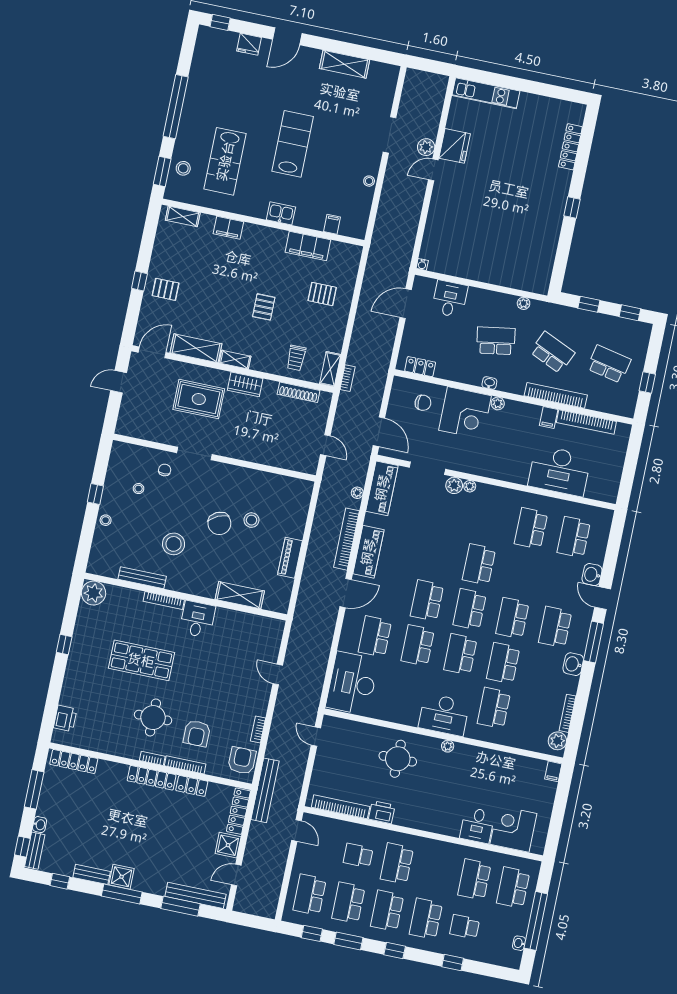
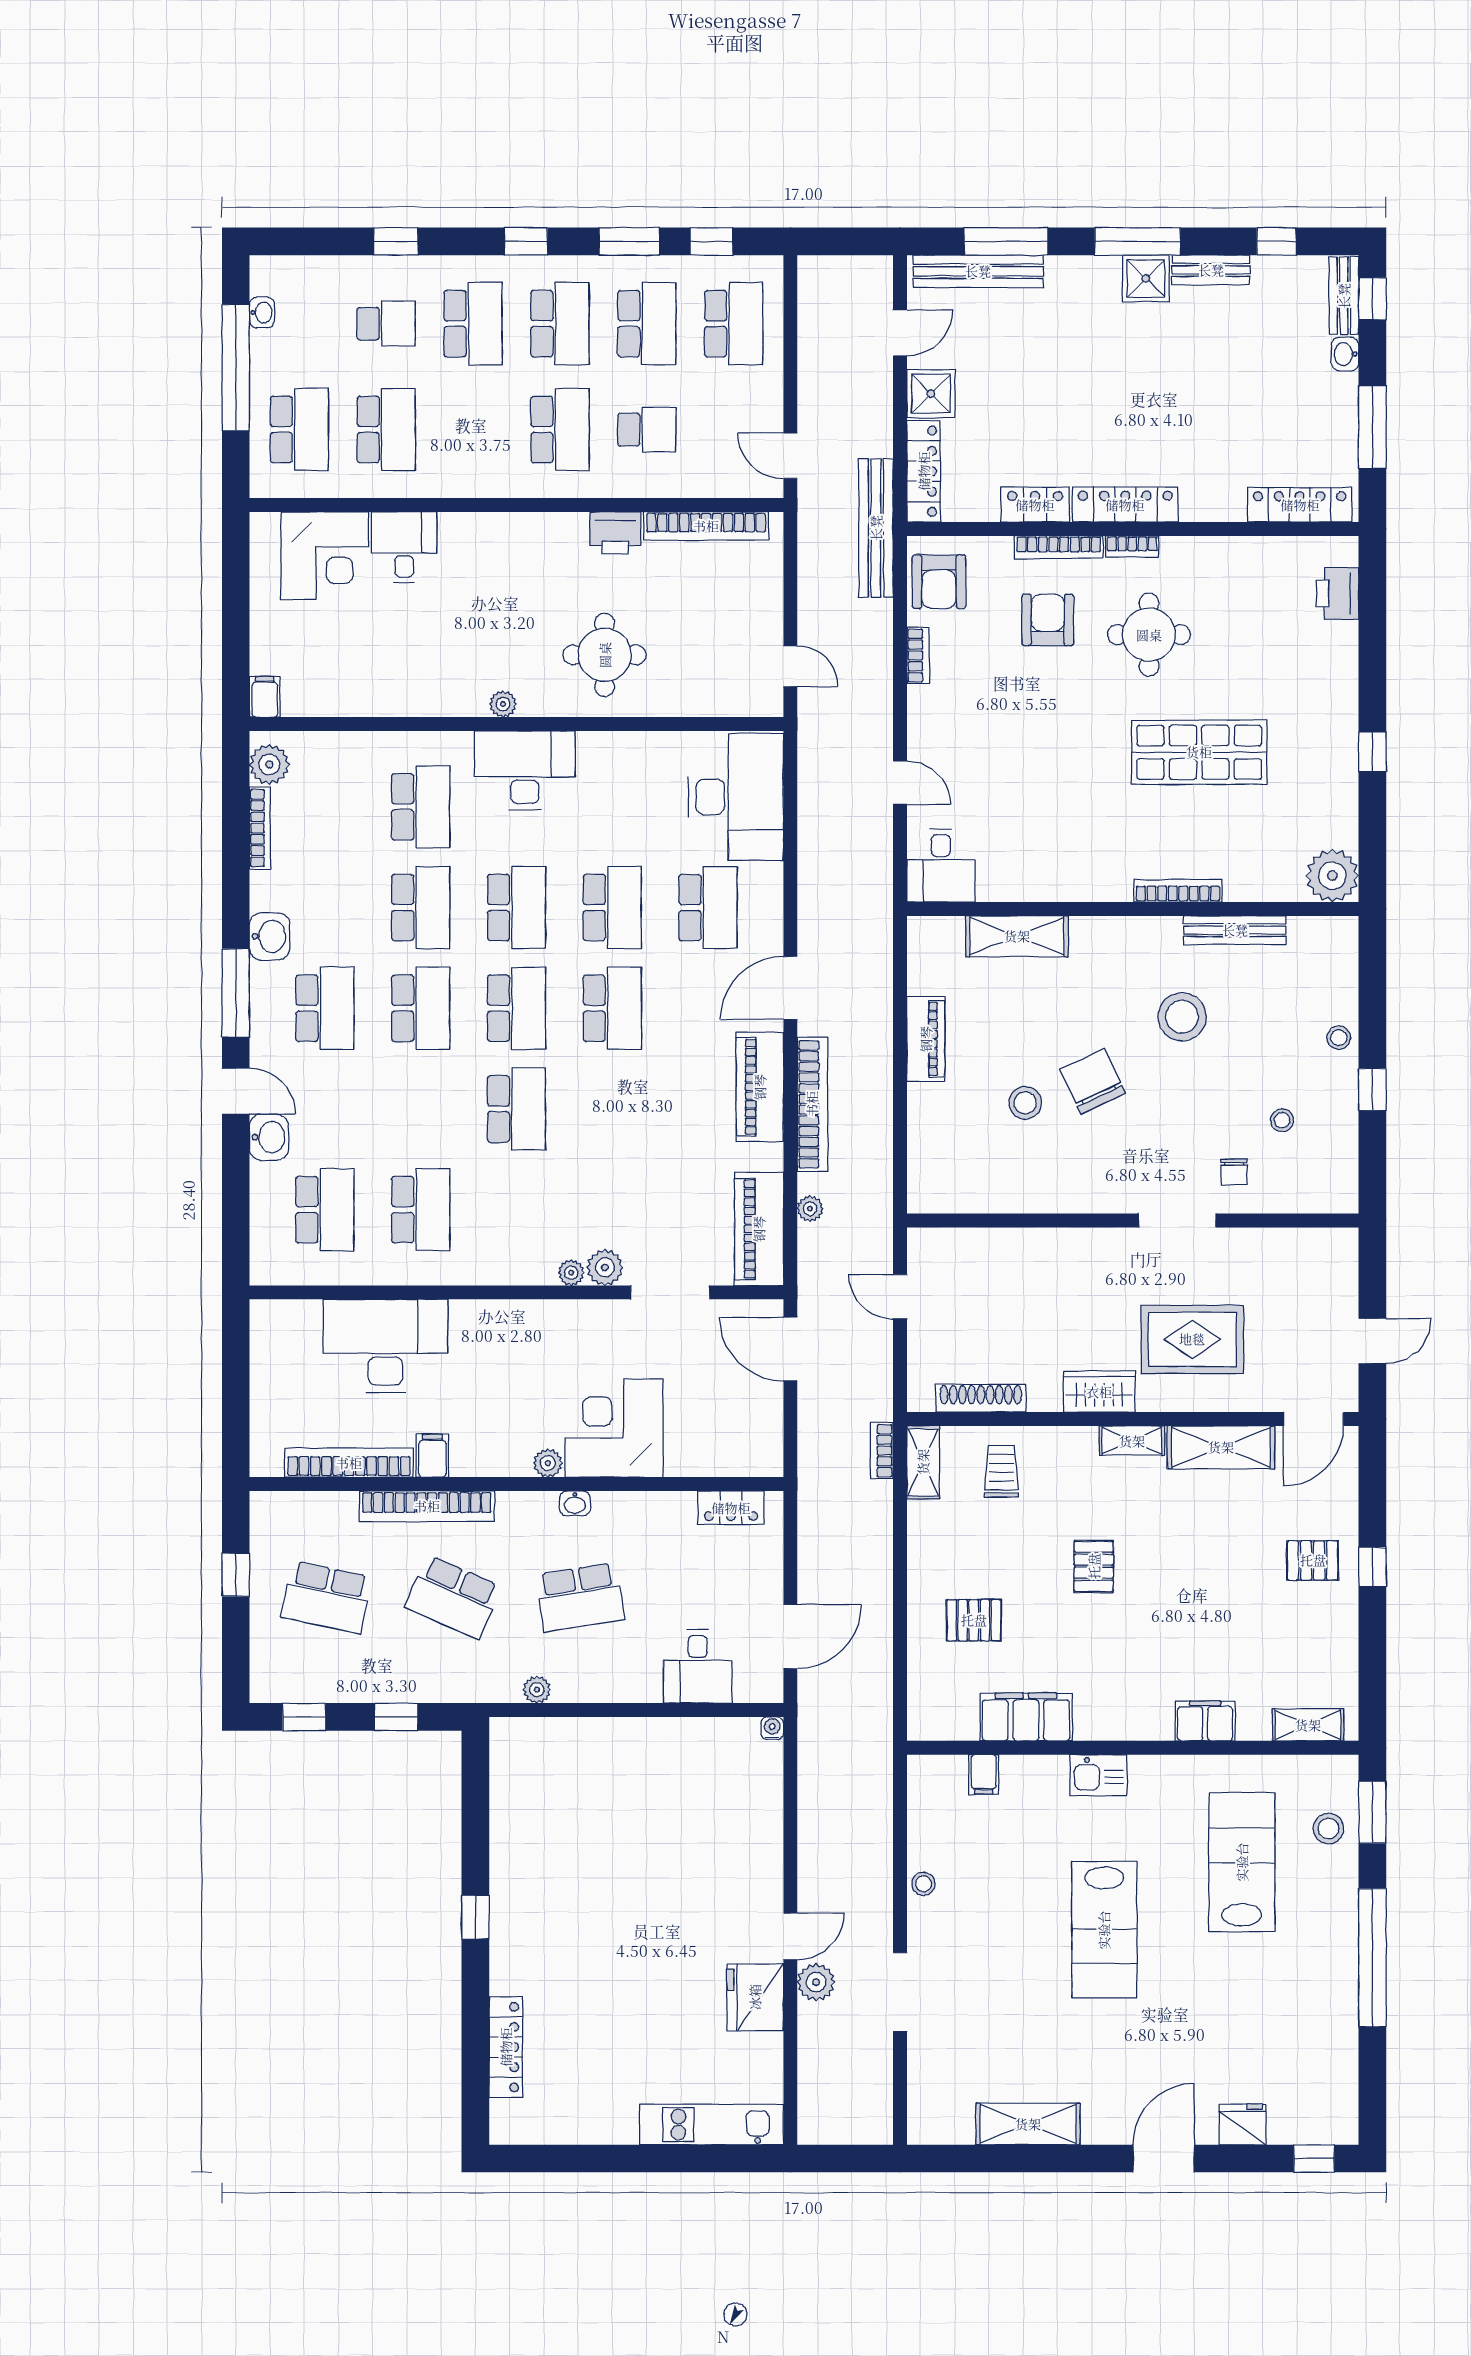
chair: (423, 403) -> (709, 1431), removed
desk: (197, 619) -> (941, 865), moved

